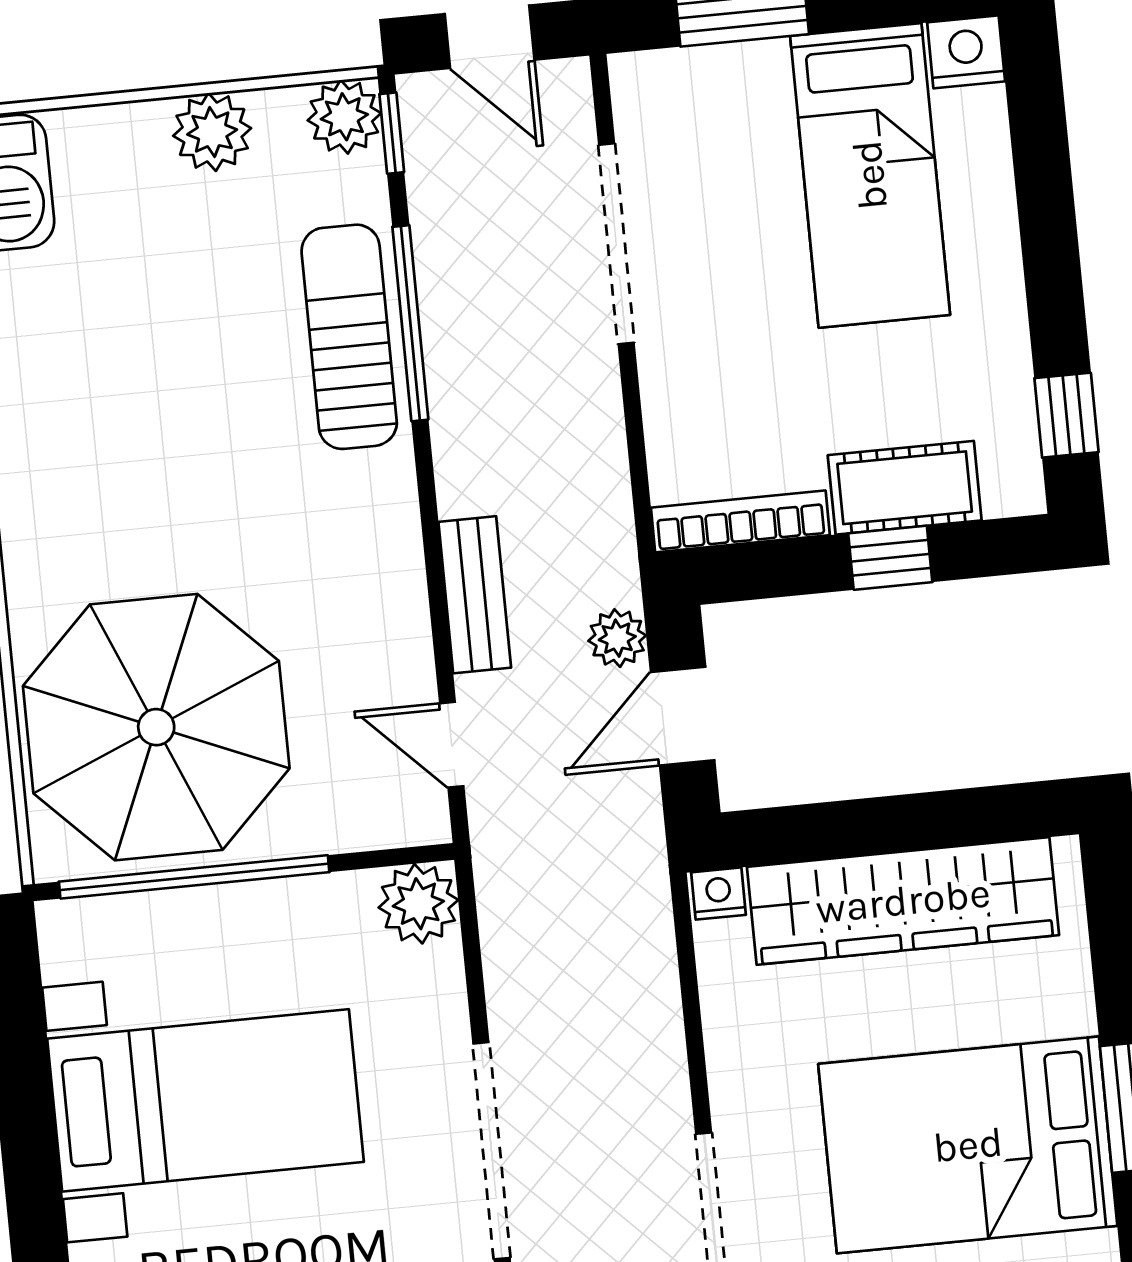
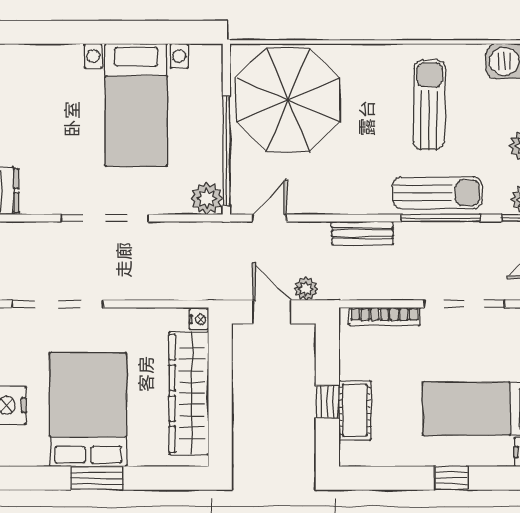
sun lounger: (134, 379) -> (429, 105), added
window: (1066, 415) -> (452, 478), moved
bookcase: (740, 521) -> (385, 316), moved, turned 90
bench: (475, 595) -> (362, 233), moved
window: (194, 877) -> (226, 151), moved

